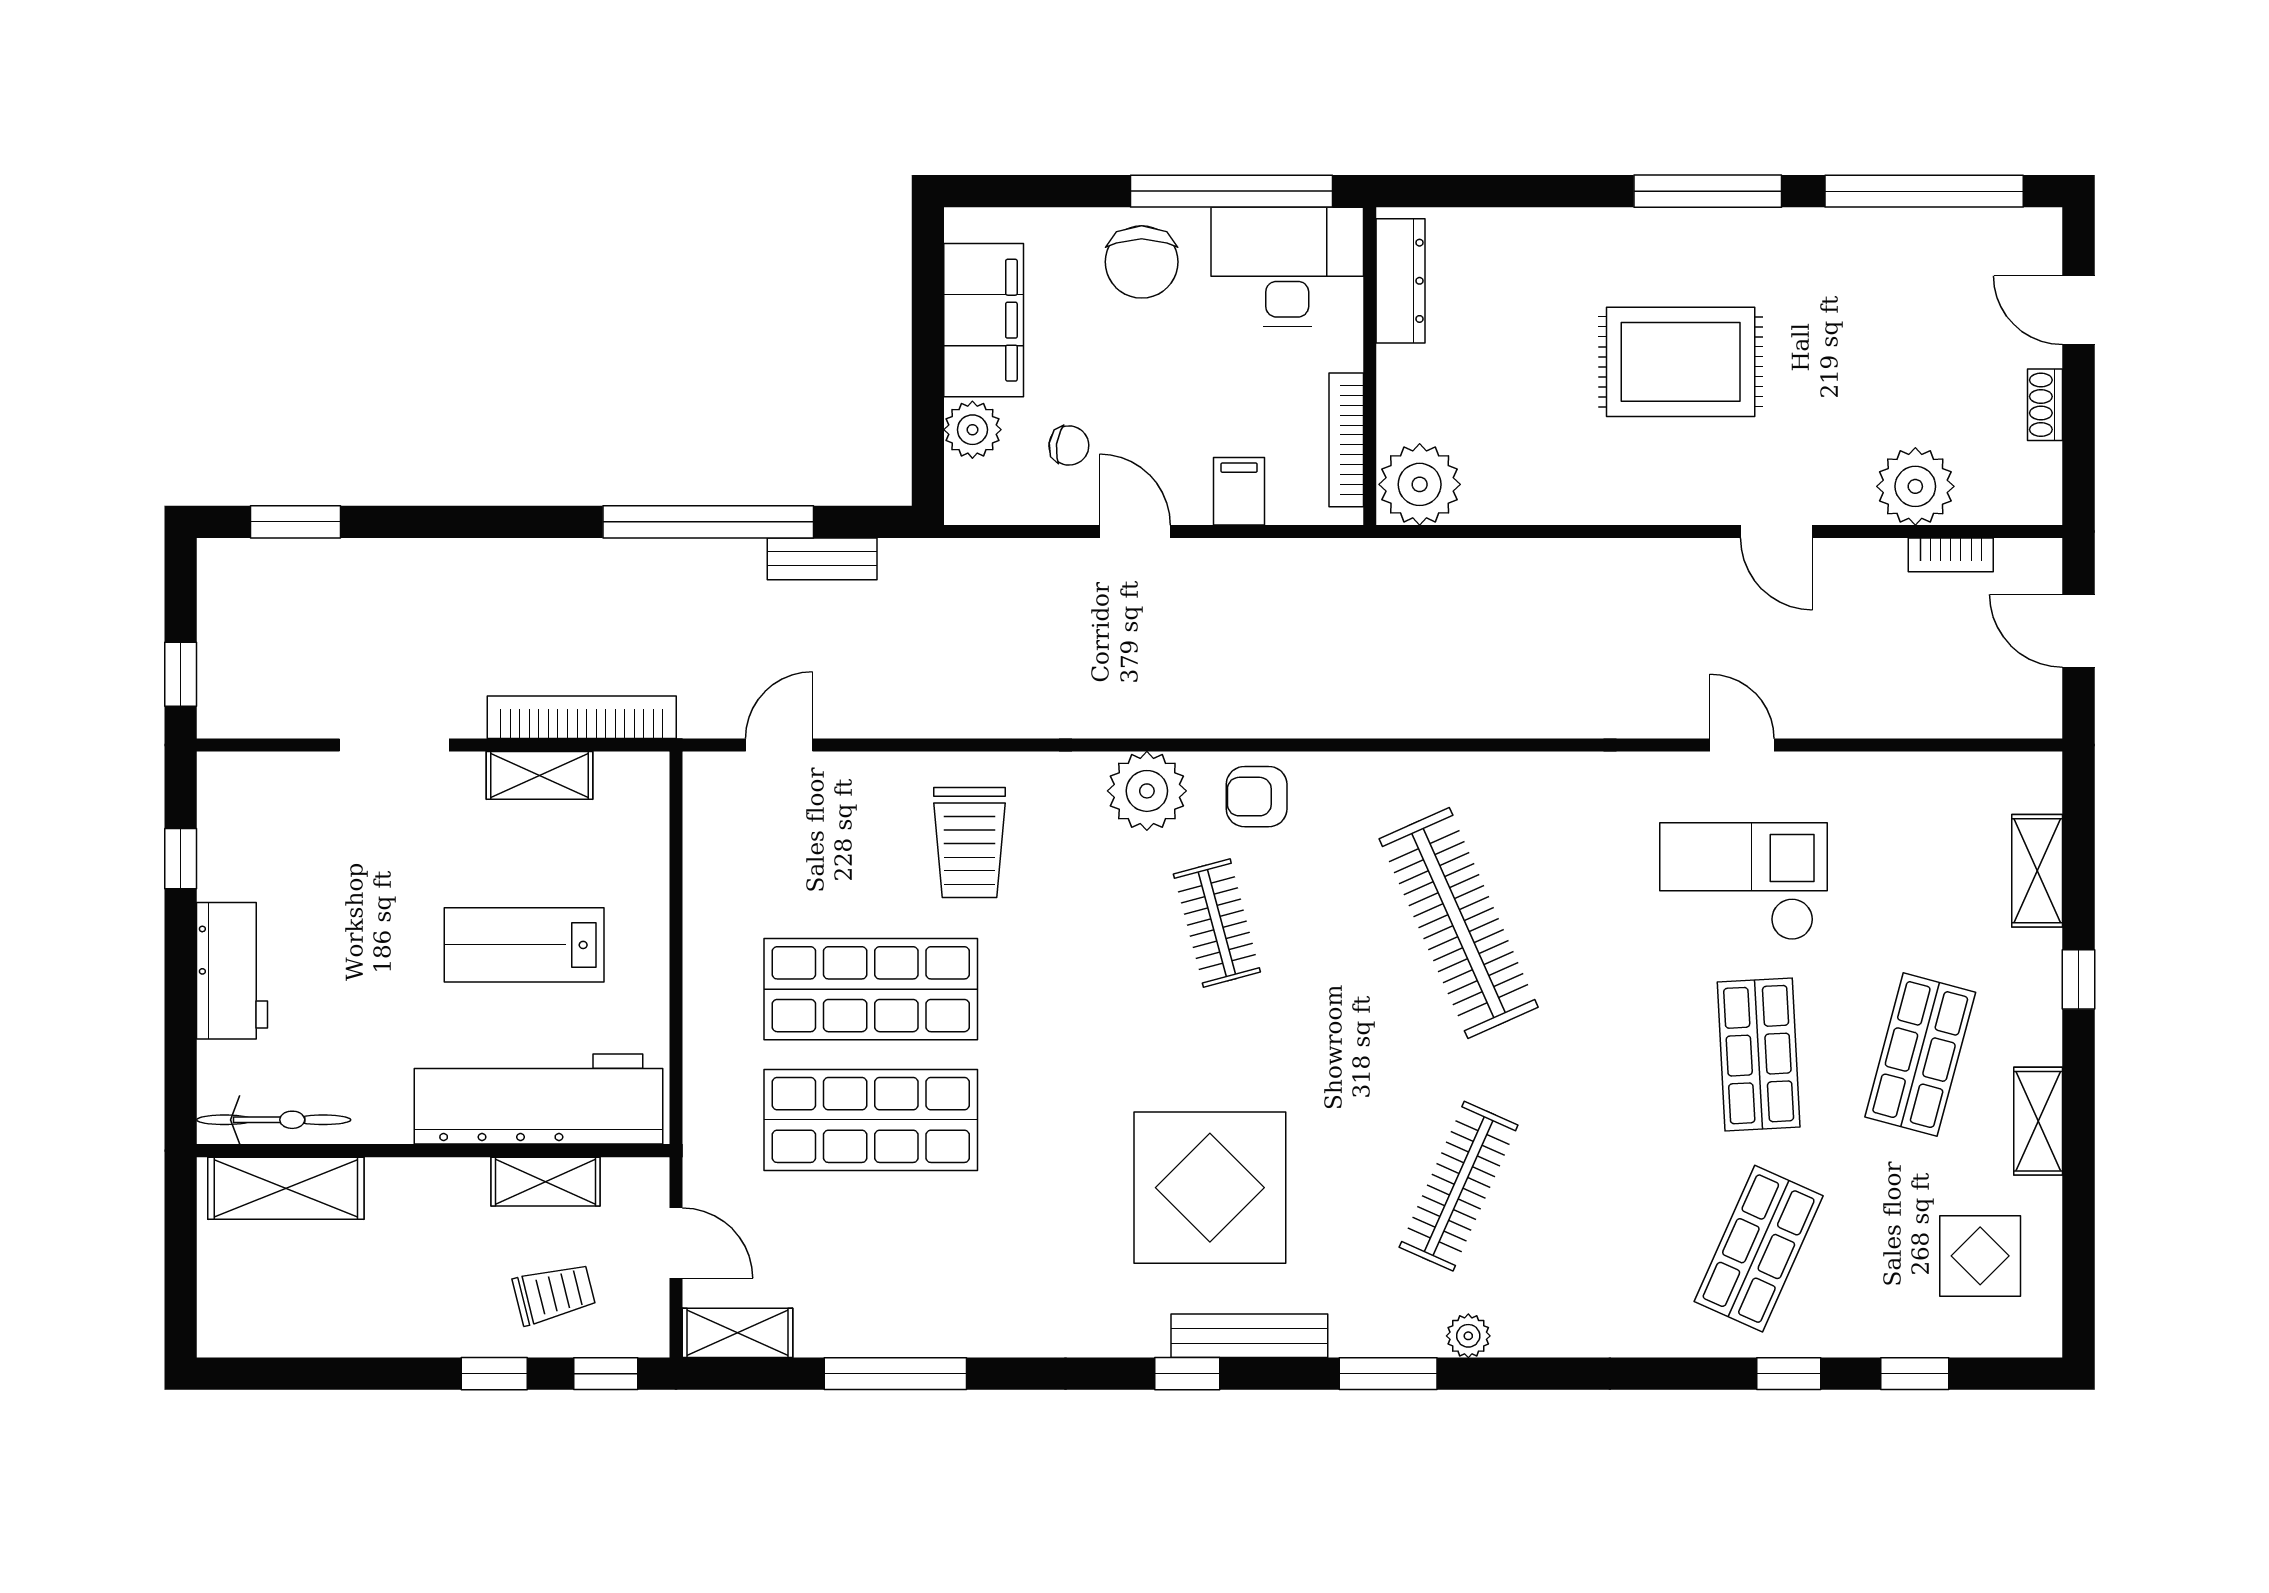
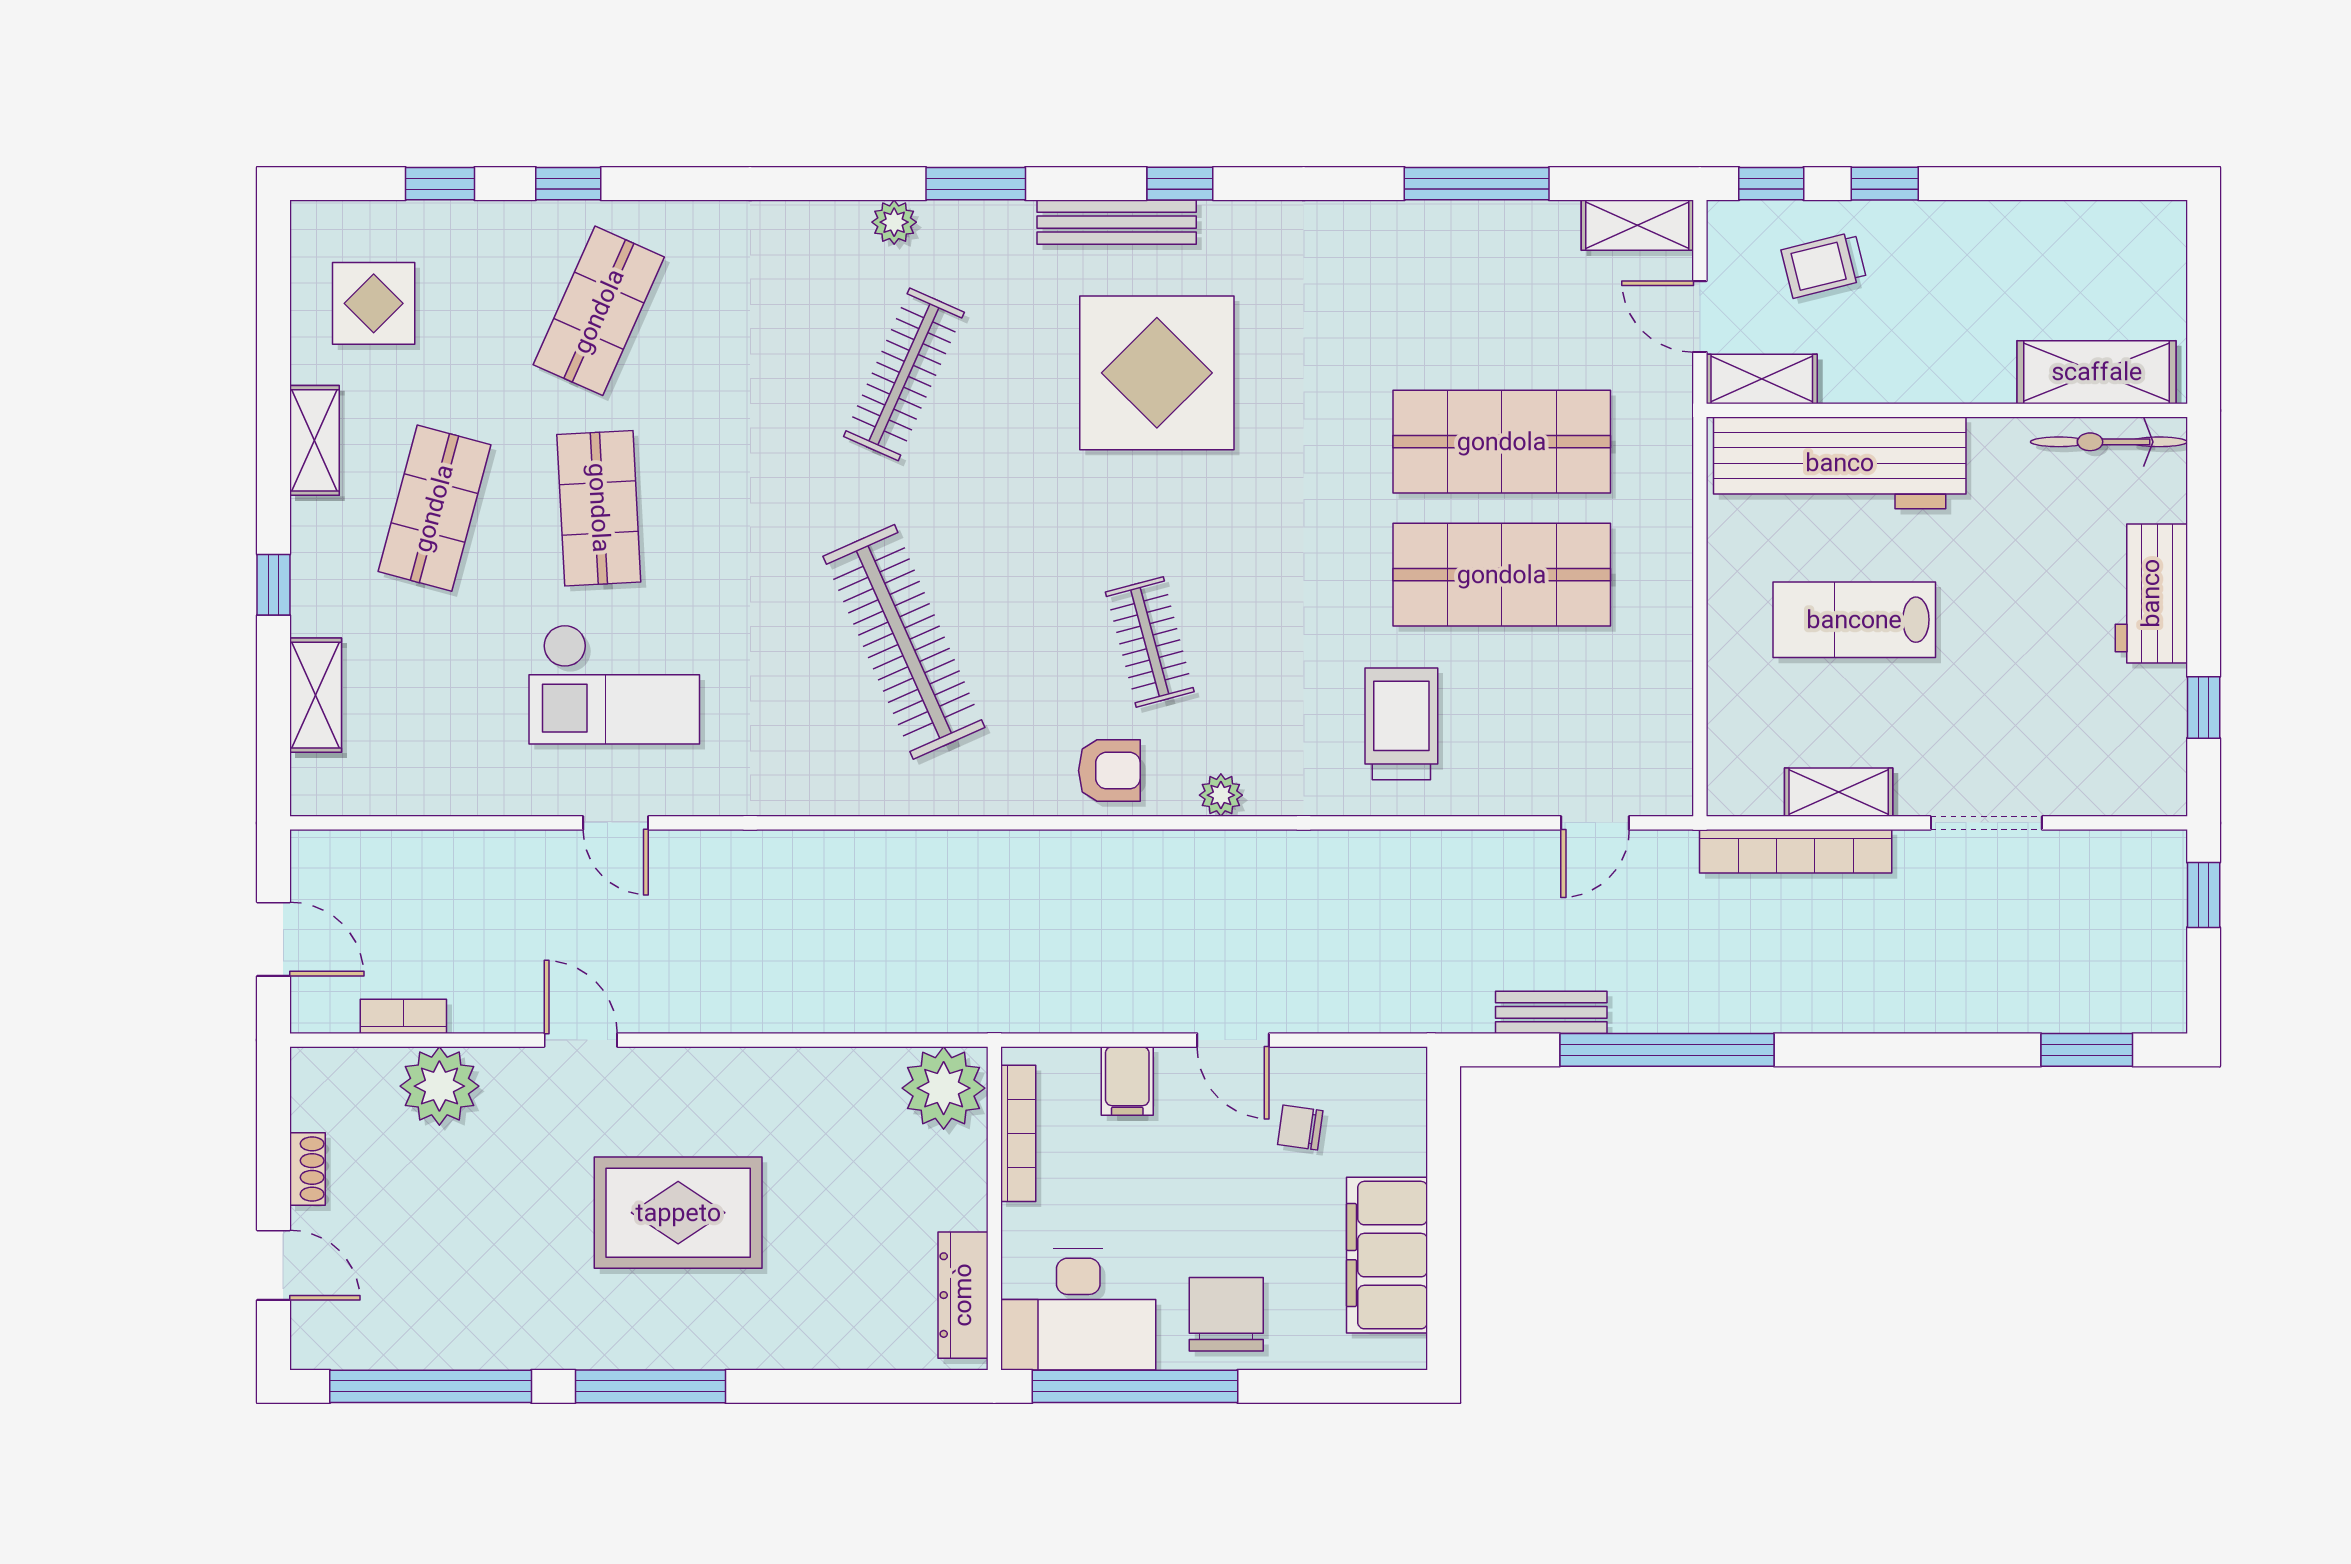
plant: (972, 430) -> (1398, 1144), removed
plant: (1147, 791) -> (1221, 795), width x0.53, depth x0.53
lab bench: (524, 945) -> (1854, 620), turned 180
shelving: (545, 1182) -> (1762, 379), moved

